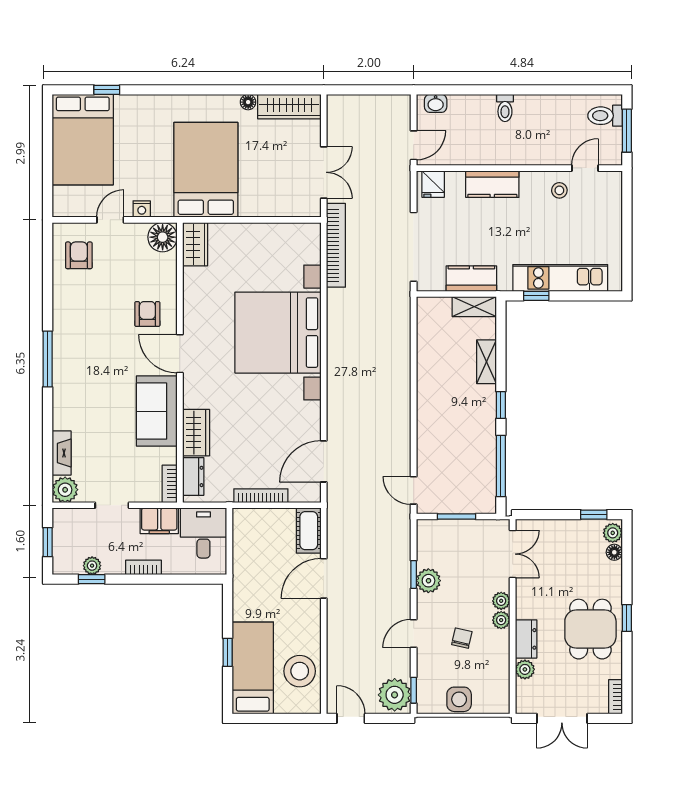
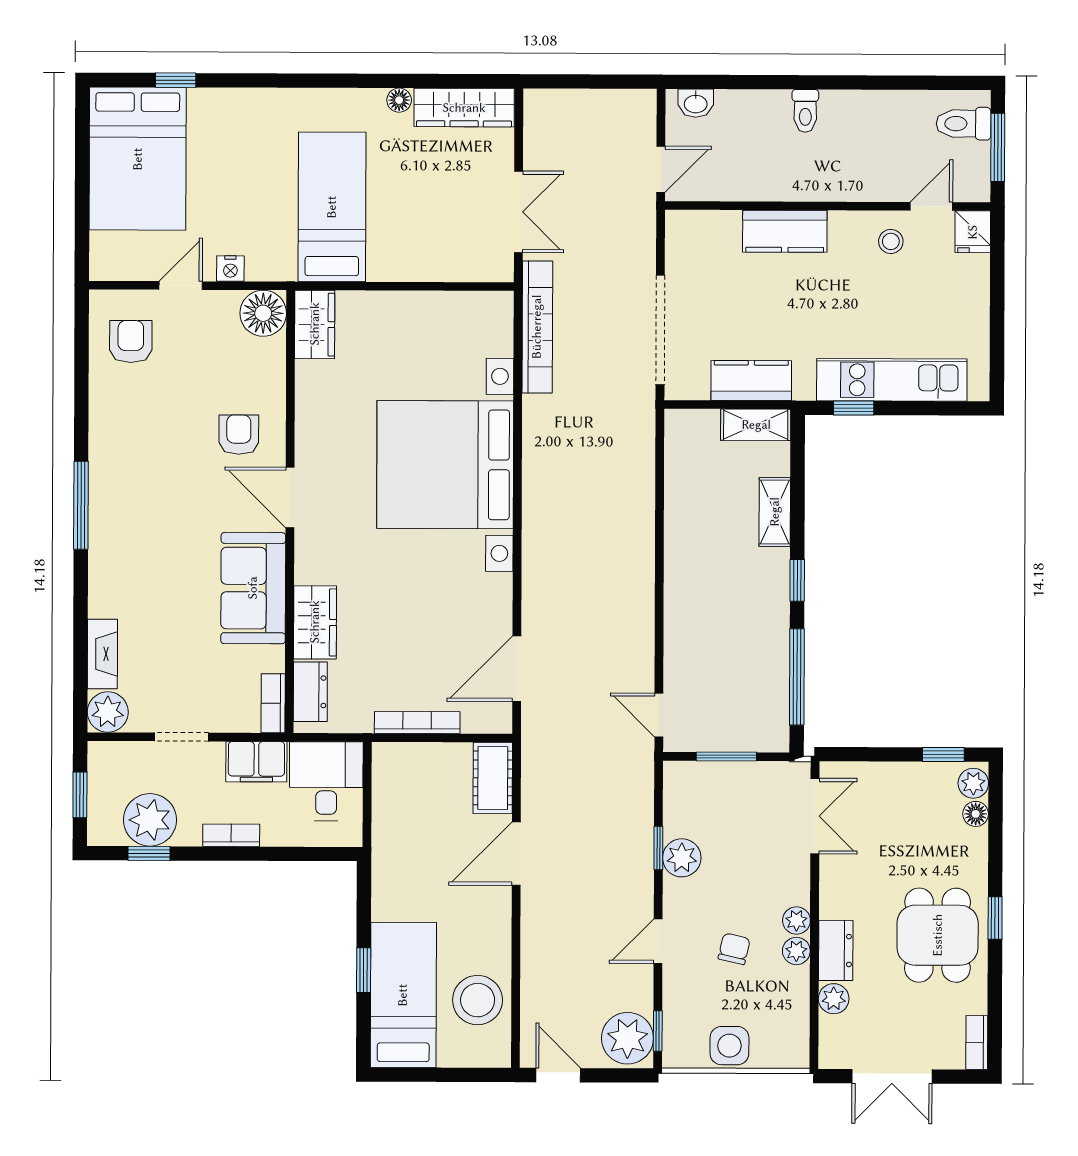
bed: (206, 170) -> (332, 207), width x0.67
fridge: (433, 184) -> (973, 232), moved
plant: (92, 566) -> (150, 820), width x1.88, depth x1.88
plant: (501, 601) -> (796, 951), moved

